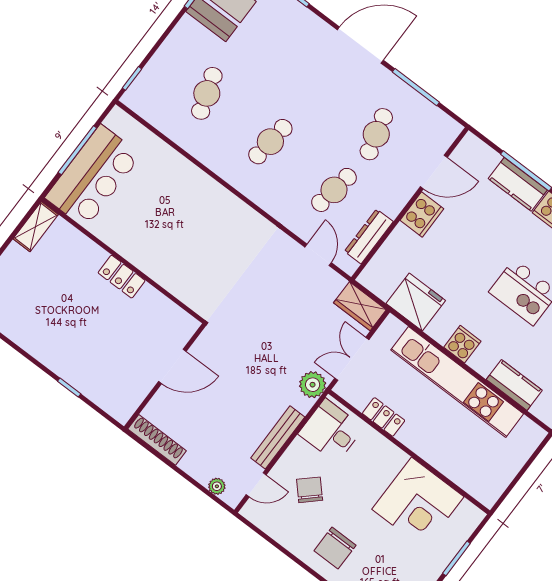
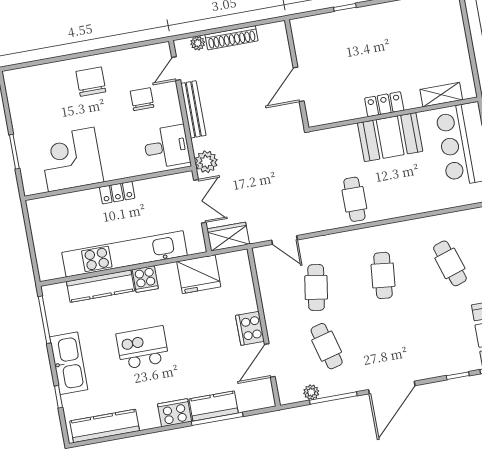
plant: (428, 111) -> (311, 392), added
shelving: (36, 227) -> (441, 95), moved, turned 90
cafe table: (227, 227) -> (354, 199), added
dresser: (369, 236) -> (267, 282), removed
booth: (145, 245) -> (390, 137), added
kitchen counter: (514, 385) -> (100, 286), width x1.50
locker: (384, 417) -> (117, 193), moved
shoe rack: (157, 440) -> (232, 38), moved
chair: (310, 490) -> (142, 99), turned -137

